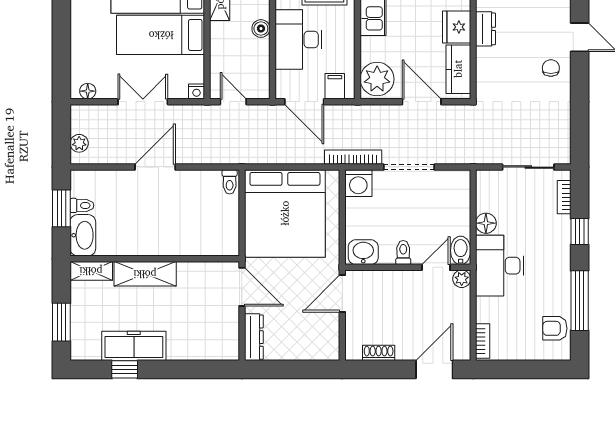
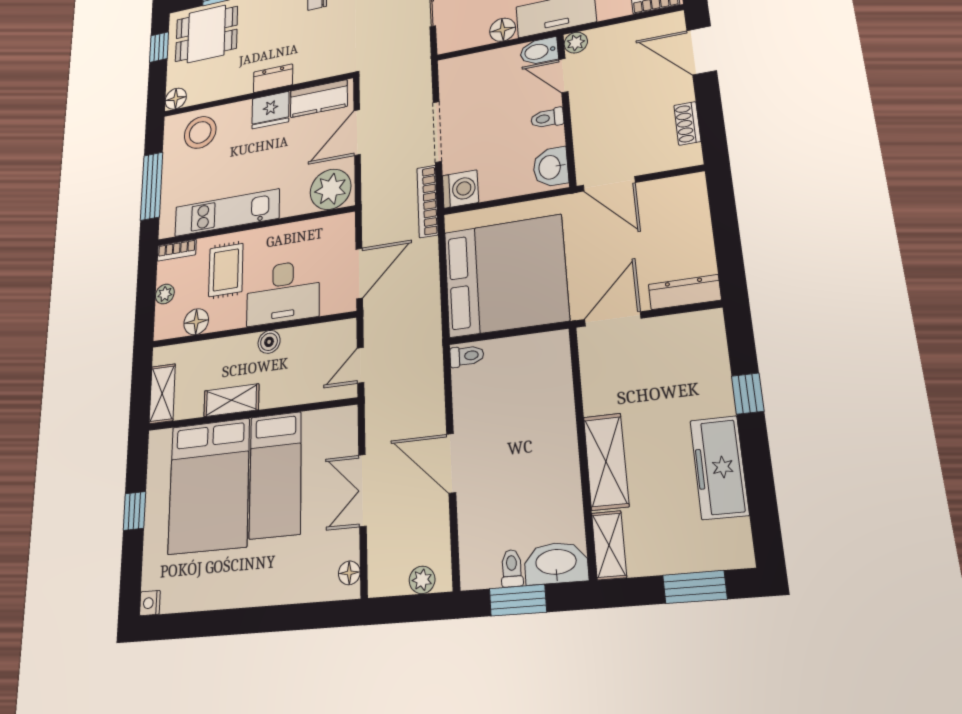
filing cabinet: (335, 86) -> (340, 239), removed
nightstand: (196, 91) -> (348, 417), removed
window: (125, 369) -> (748, 394), moved

